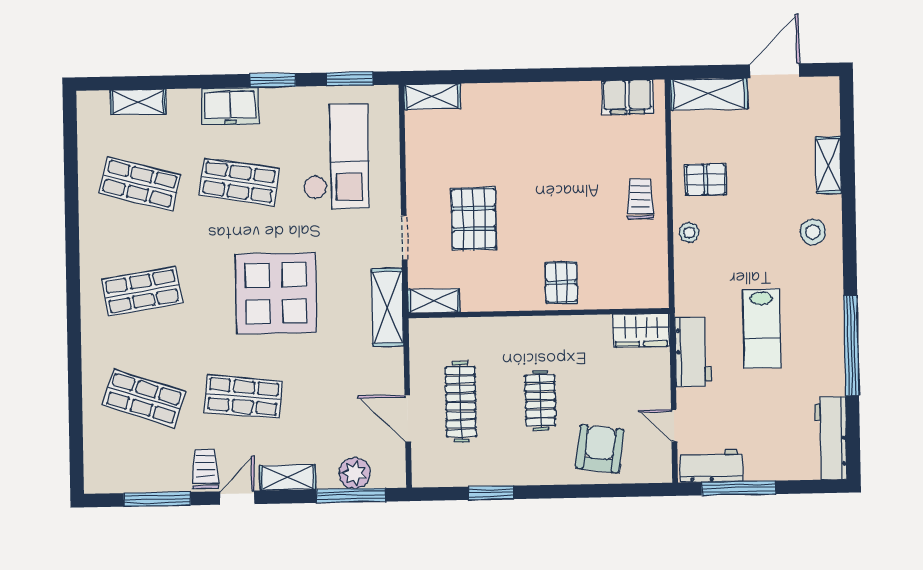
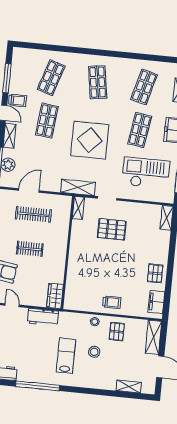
checkout: (336, 156) -> (146, 173), turned 180
shelving: (828, 165) -> (129, 387), moved
stool: (813, 232) -> (94, 352), moved
pallet: (561, 282) -> (155, 273), moved, turned 90
lab bench: (762, 329) -> (66, 356), moved, turned 90
door: (674, 425) -> (12, 305), hinge flipped

